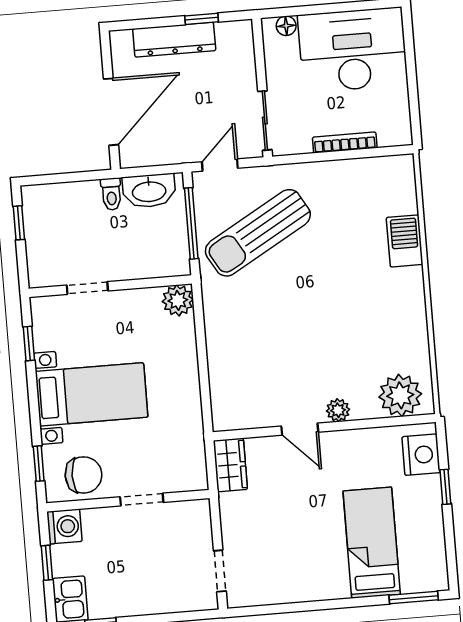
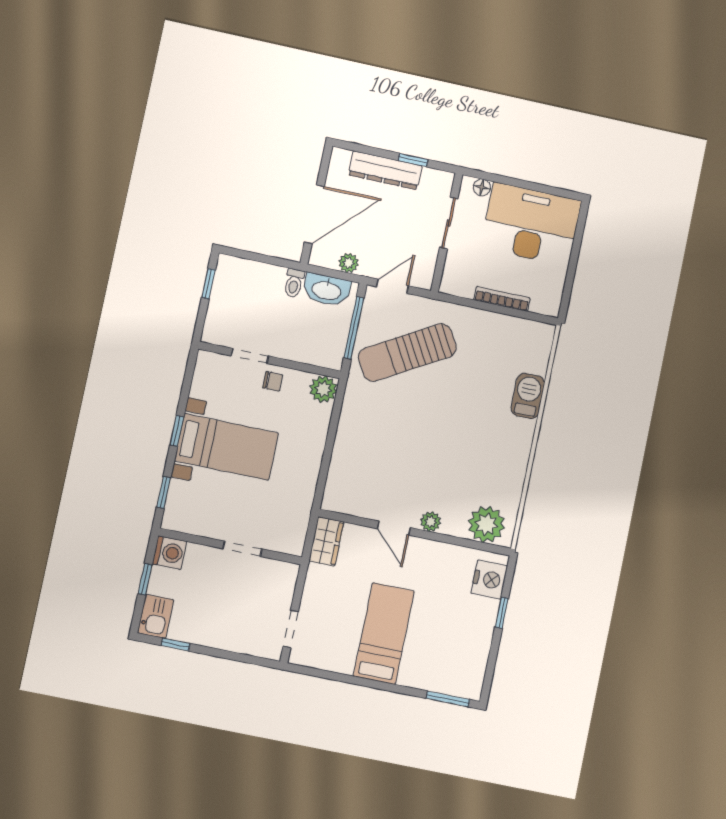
sliding door: (265, 121) -> (449, 223), moved
plant: (164, 154) -> (349, 263), added
window: (29, 343) -> (177, 431), moved
chair: (84, 475) -> (273, 381), moved, width x0.54, depth x0.54
bed: (372, 543) -> (384, 633), moved

